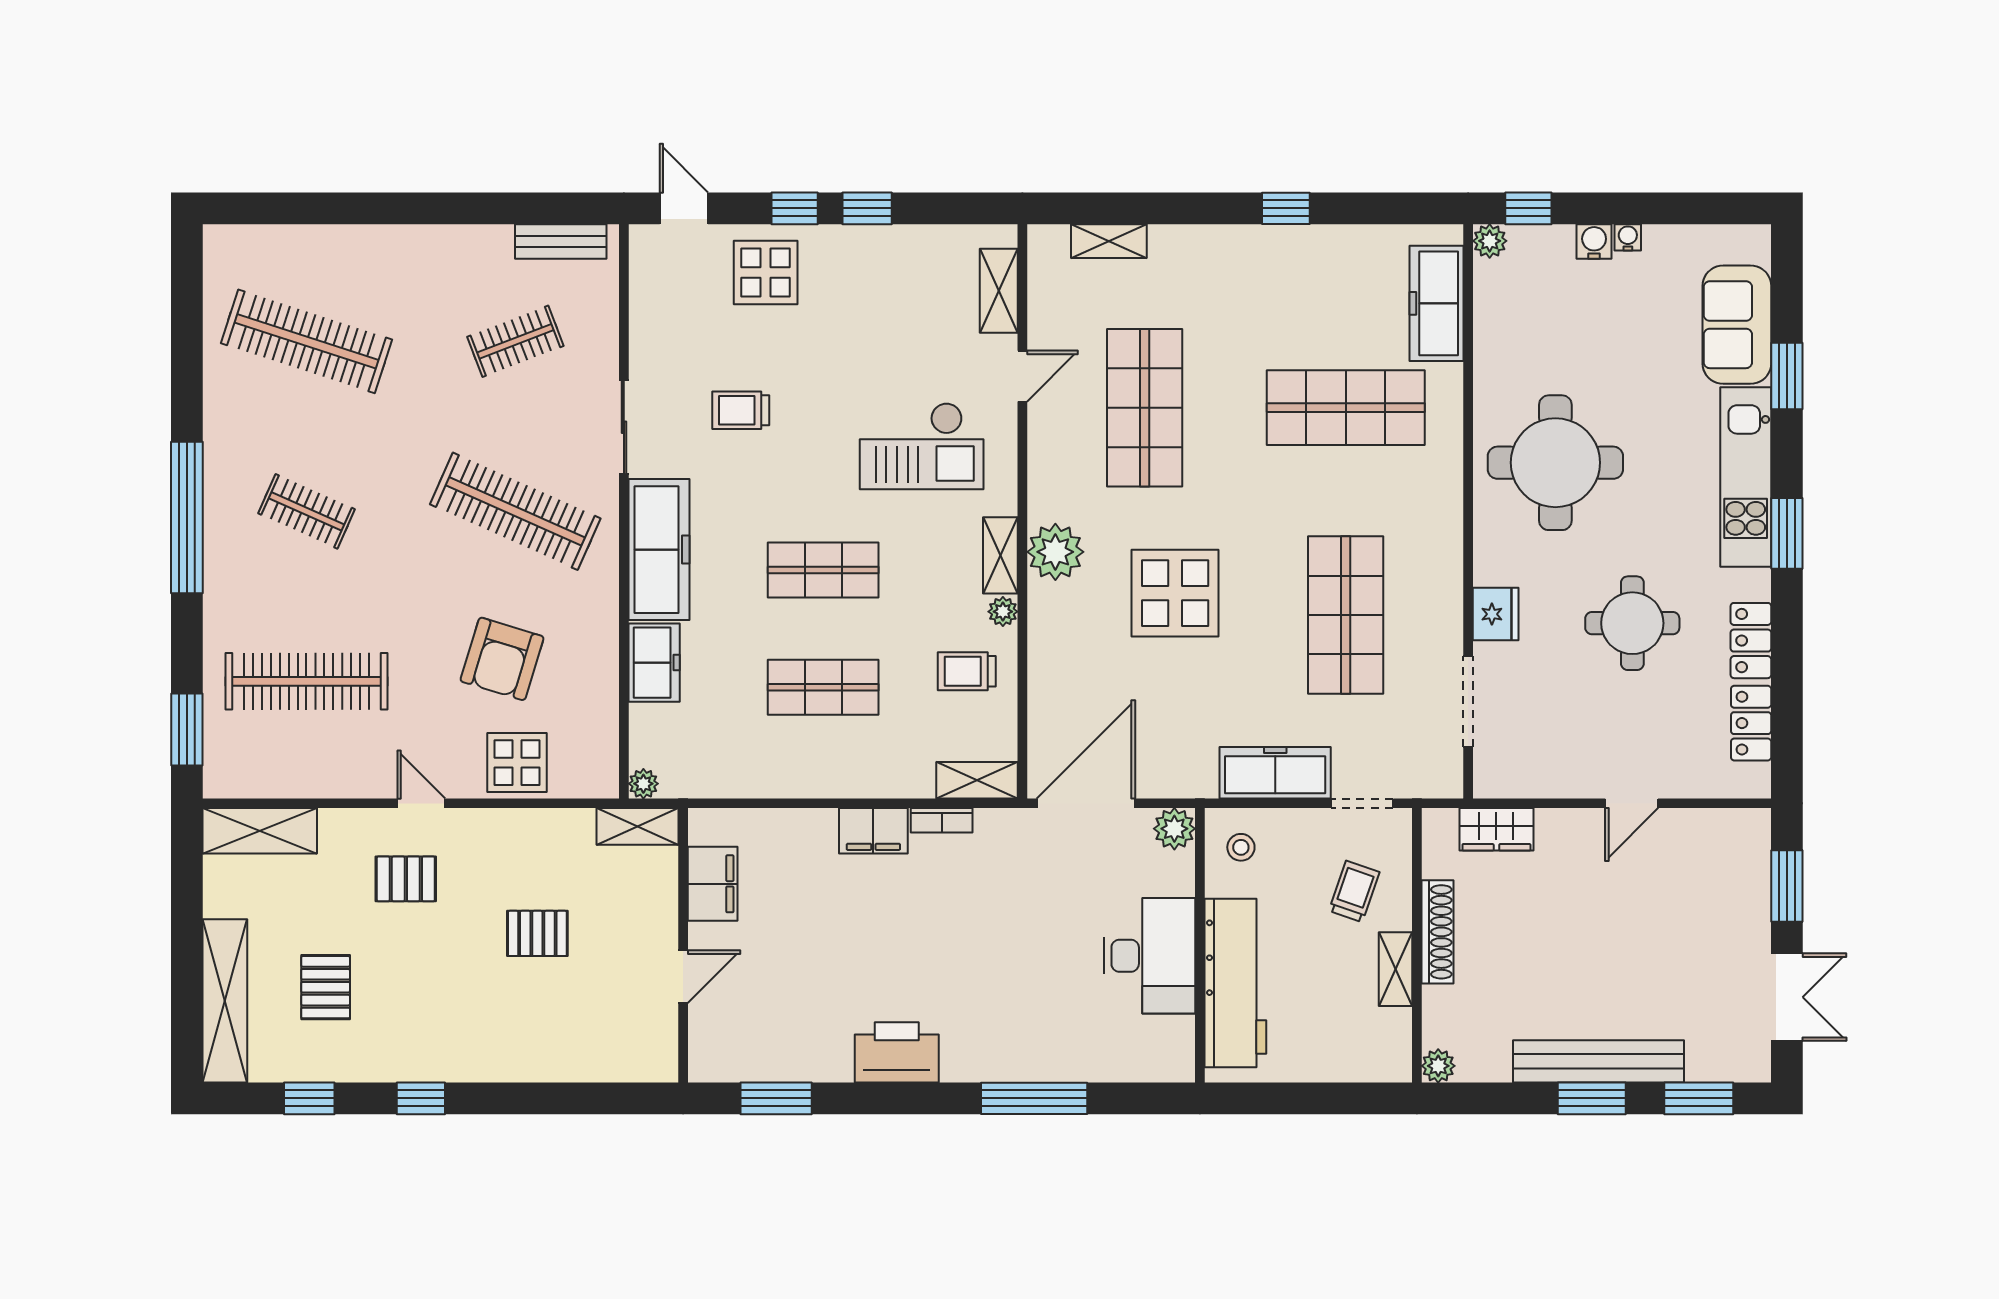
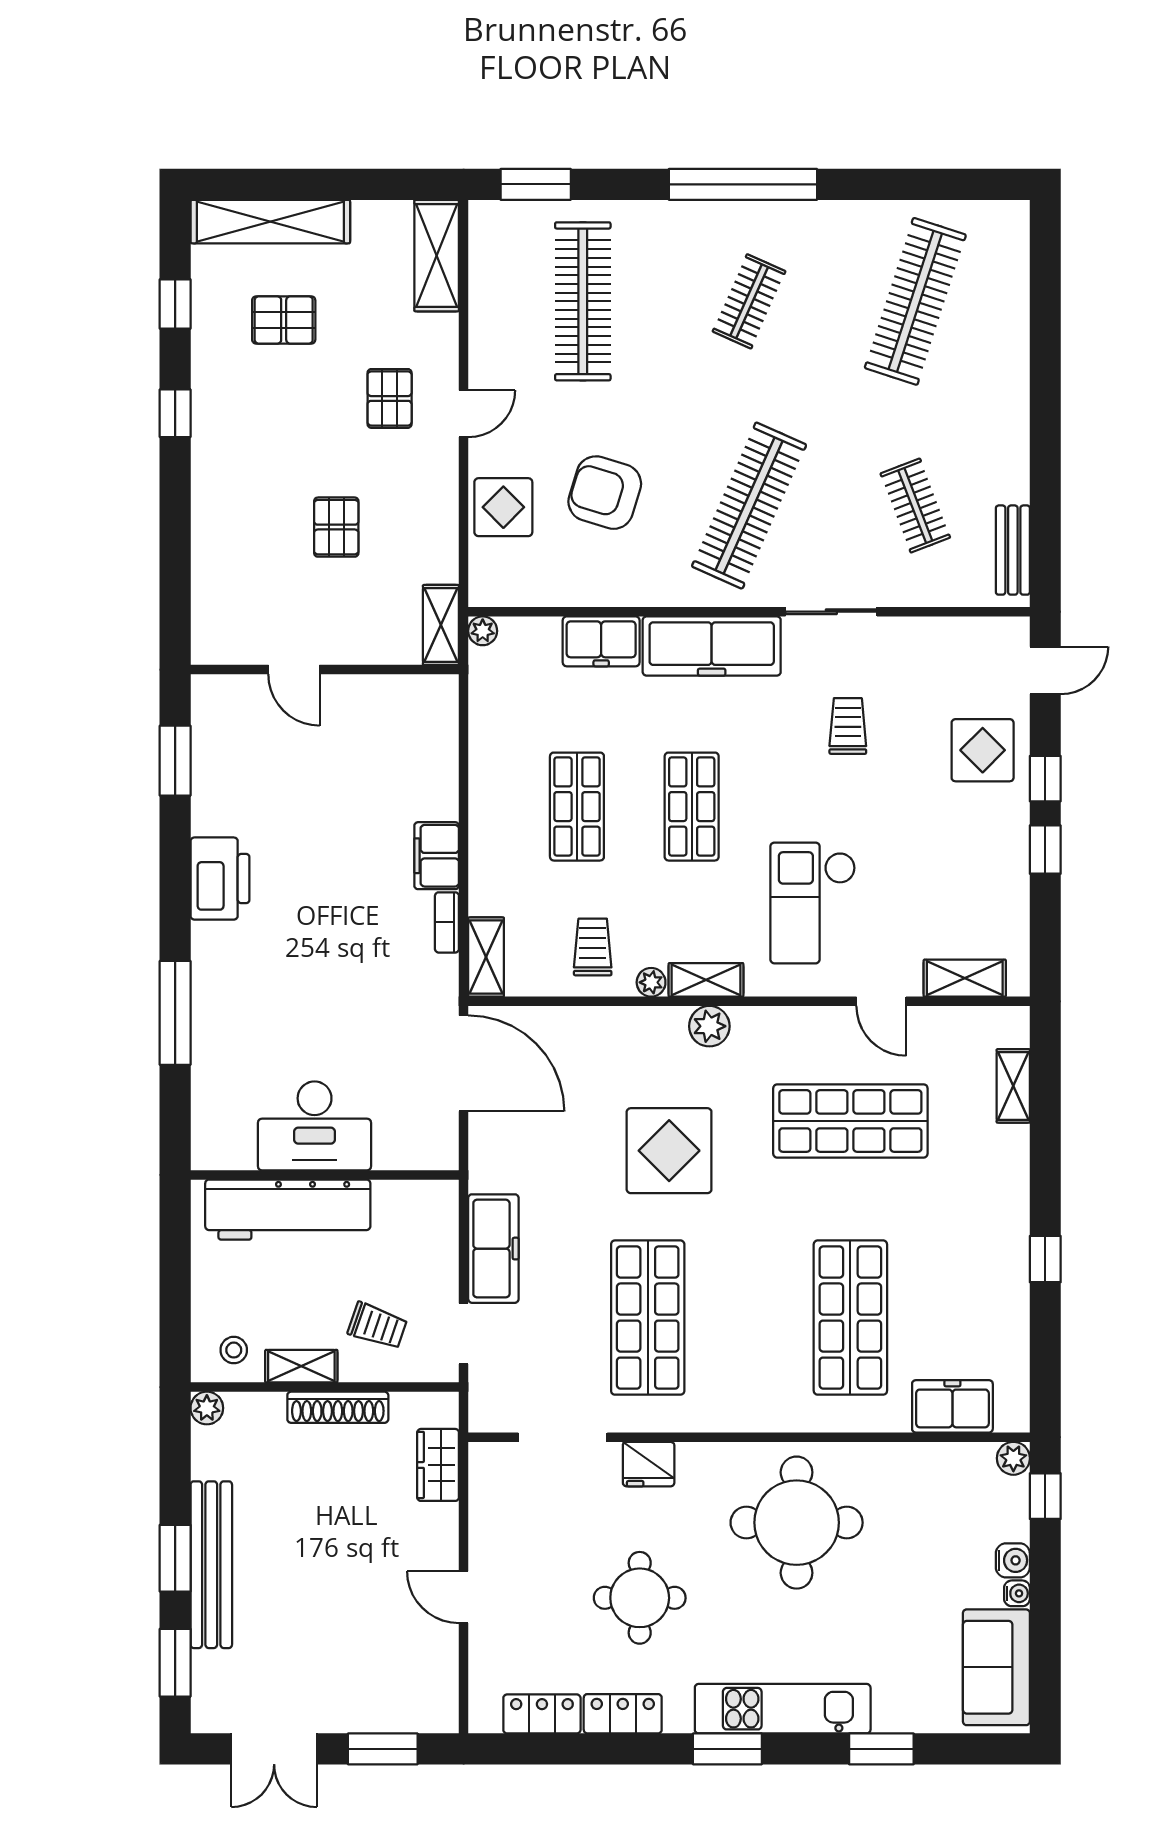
freezer: (1437, 303) -> (952, 1406), width x0.71
sofa: (1737, 325) -> (996, 1667), moved, turned -90
plant: (1055, 552) -> (709, 1026), width x0.73, depth x0.73
shop shelf: (1346, 615) -> (648, 1318), turned 90
plant: (1174, 829) -> (439, 1150), removed
stool: (1241, 847) -> (234, 1350), moved
filing cabinet: (713, 884) -> (385, 698), removed

